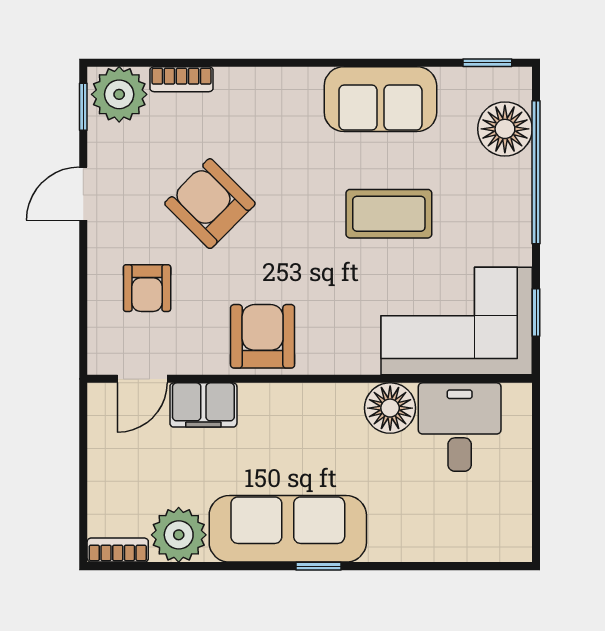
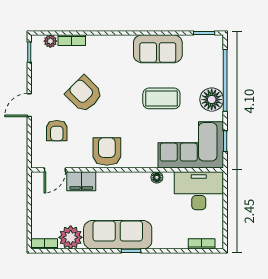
plant: (119, 94) -> (50, 41), width x0.53, depth x0.53
floor lamp: (505, 129) -> (212, 100), moved
door: (83, 194) -> (29, 105), moved
floor lamp: (390, 408) -> (157, 177), width x0.53, depth x0.53
desk: (460, 427) -> (199, 191), width x1.37
bookcase: (482, 550) -> (202, 244), added

